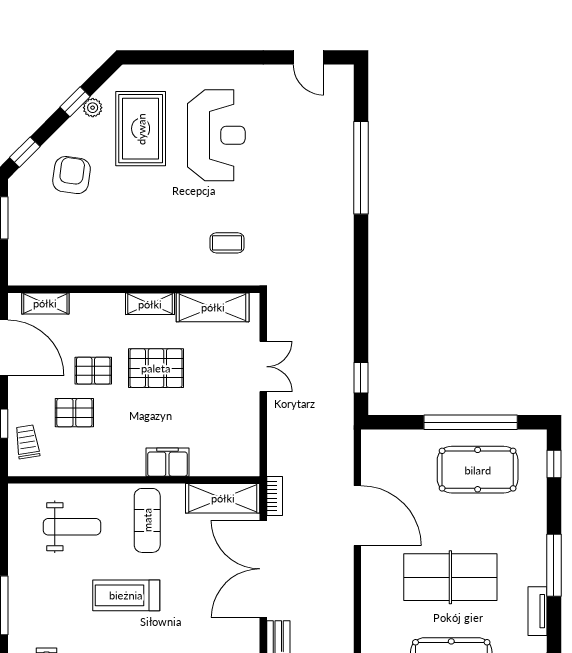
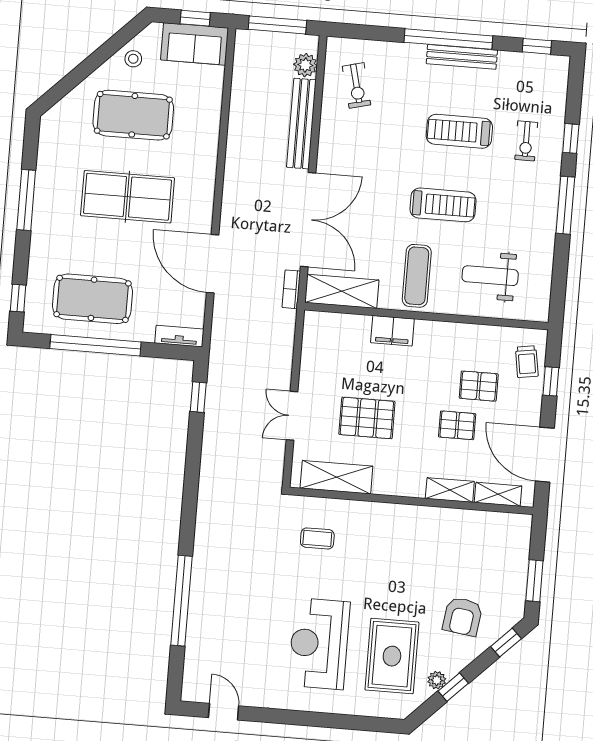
shelving: (150, 304) -> (450, 490), moved
pallet: (156, 368) -> (367, 418), moved
tv unit: (538, 611) -> (179, 336), moved, turned -90

